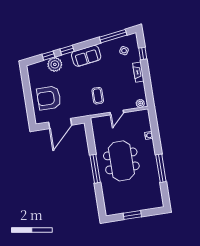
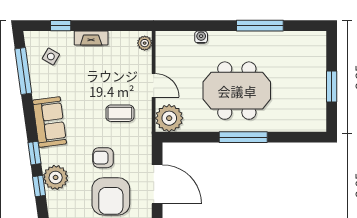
armchair: (71, 90) -> (103, 158), added
plant: (99, 124) -> (169, 118), added

